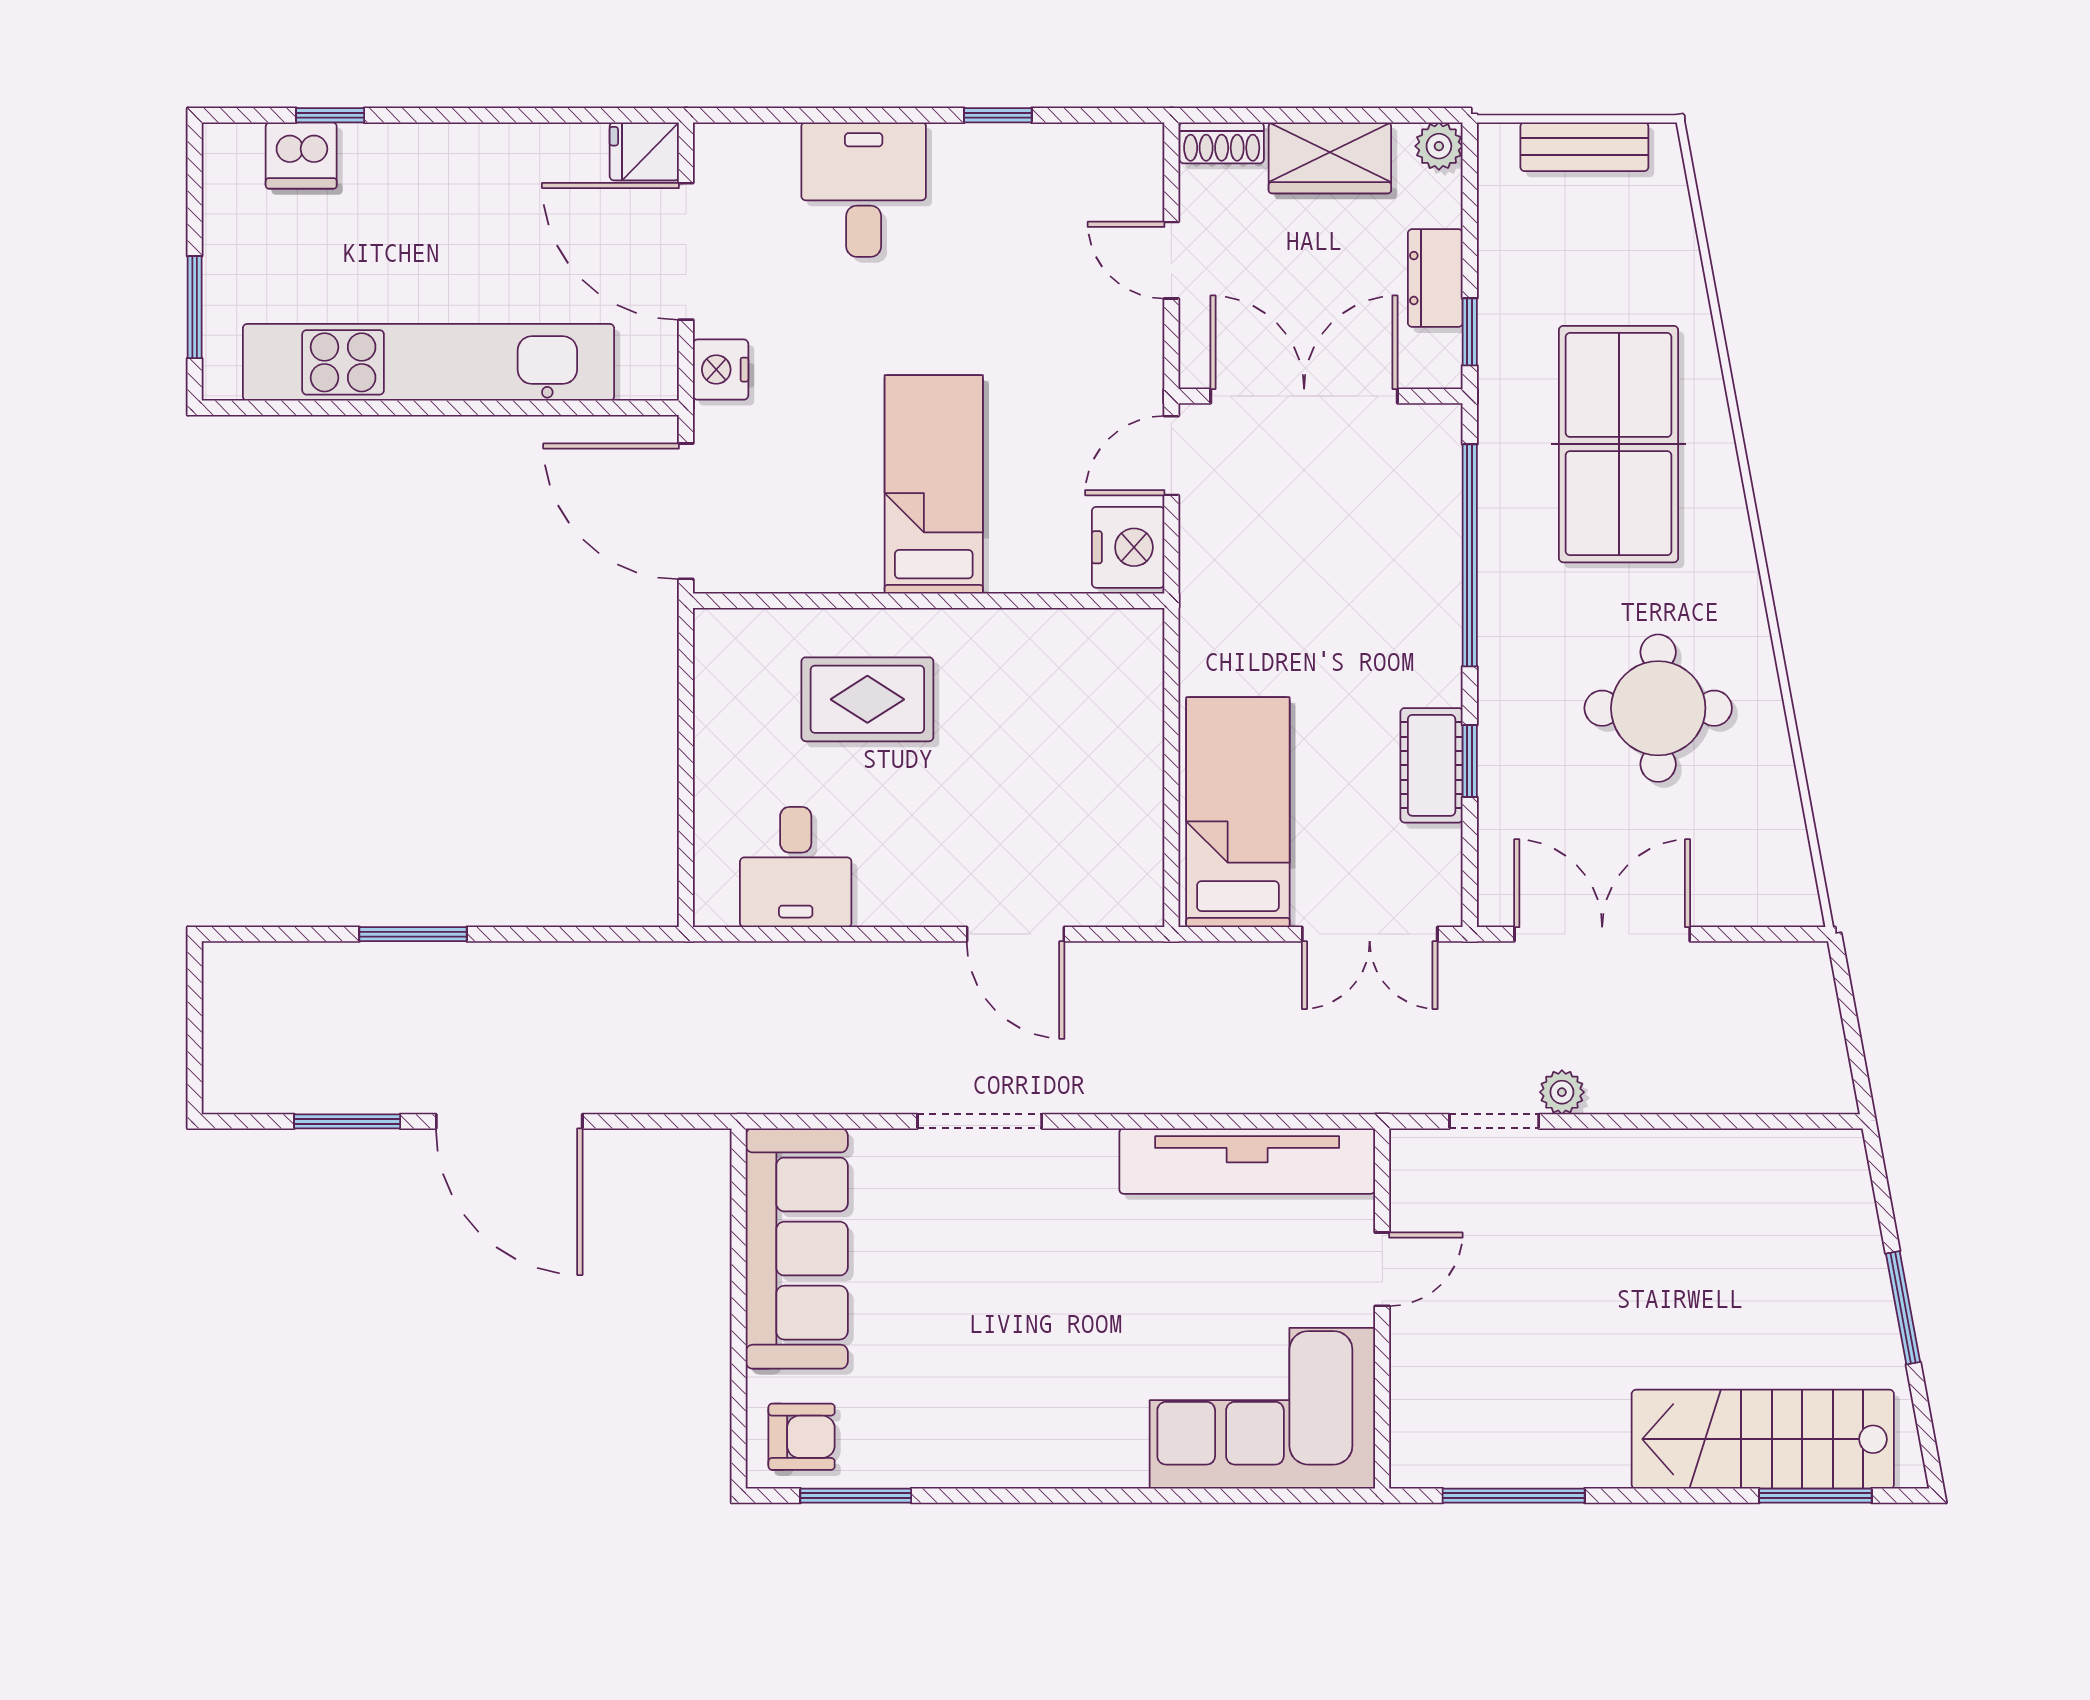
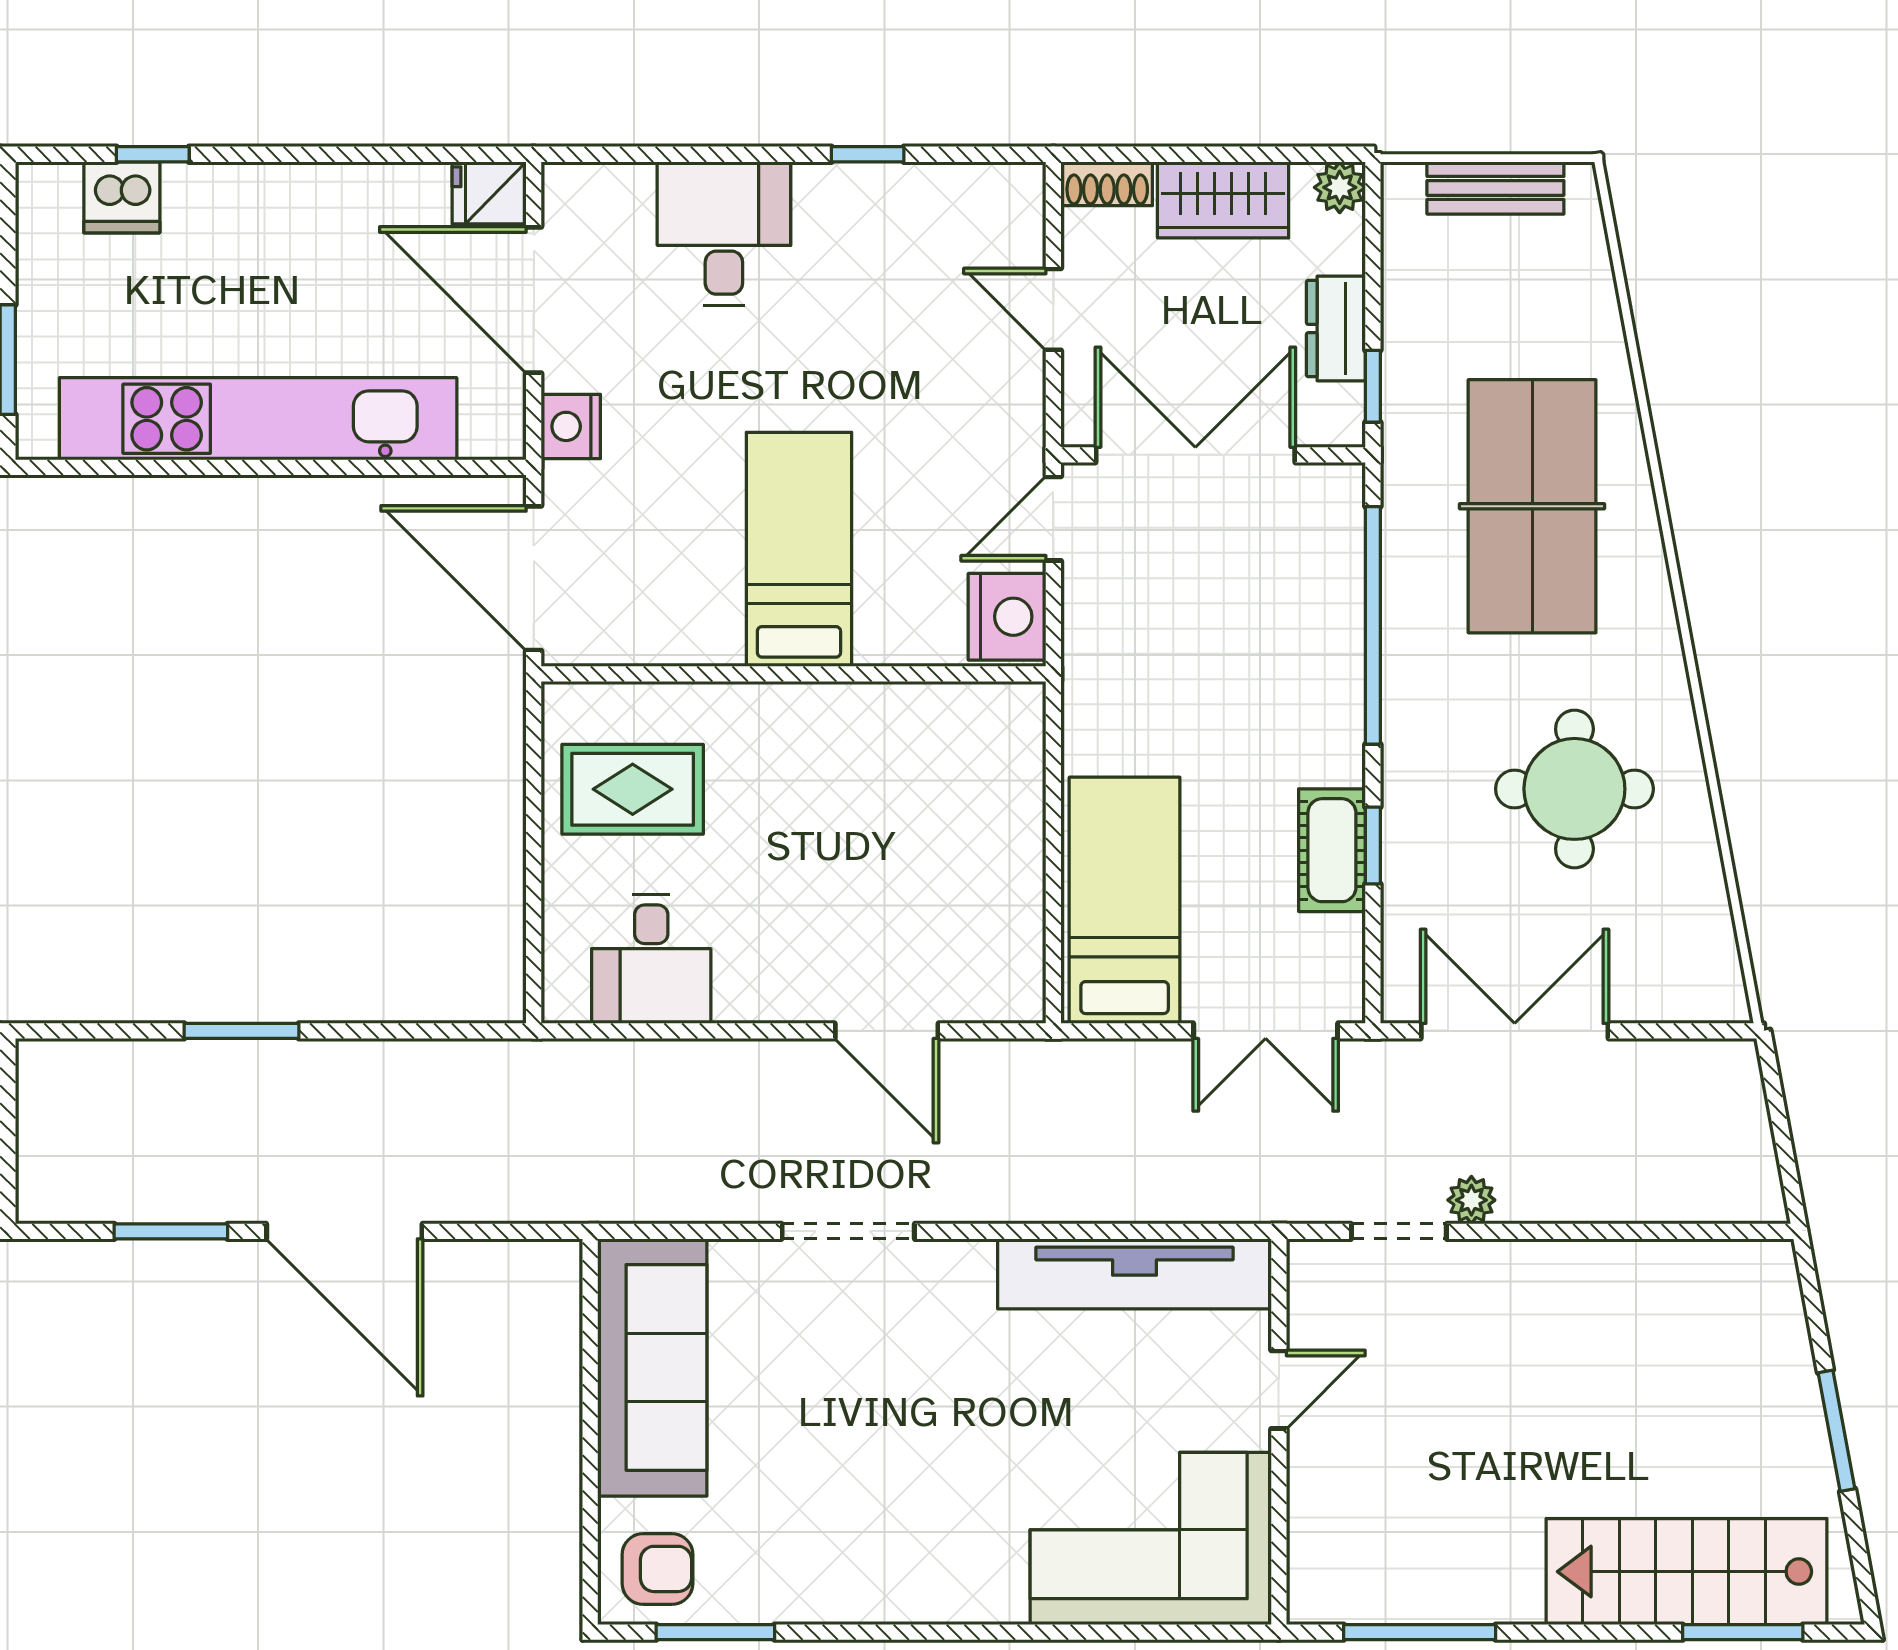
rug: (867, 699) -> (633, 789), moved

